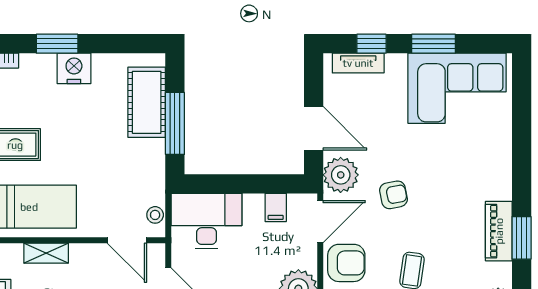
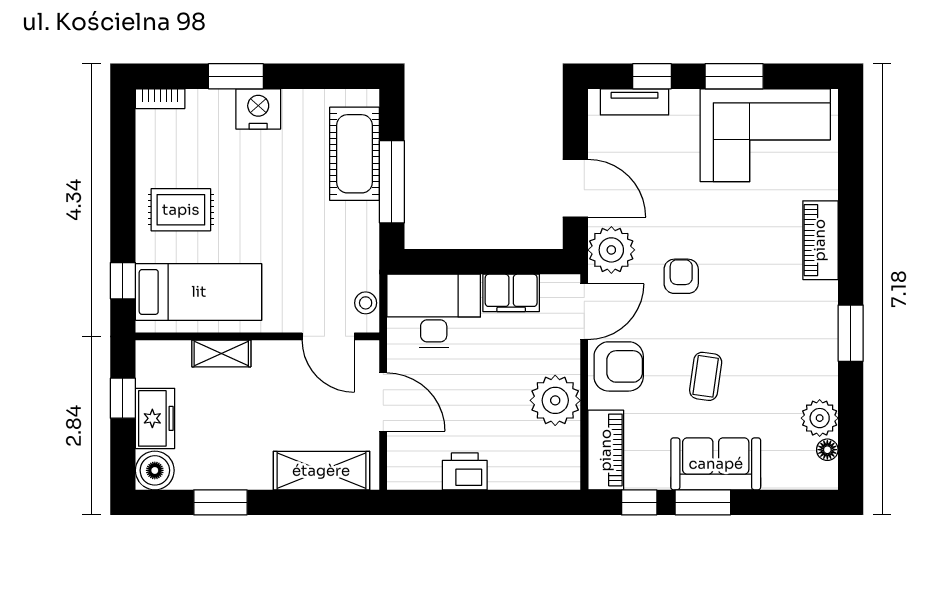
armchair: (393, 195) -> (681, 276), turned -79
filing cabinet: (276, 207) -> (511, 293), width x2.00
piano: (499, 231) -> (820, 240), moved

